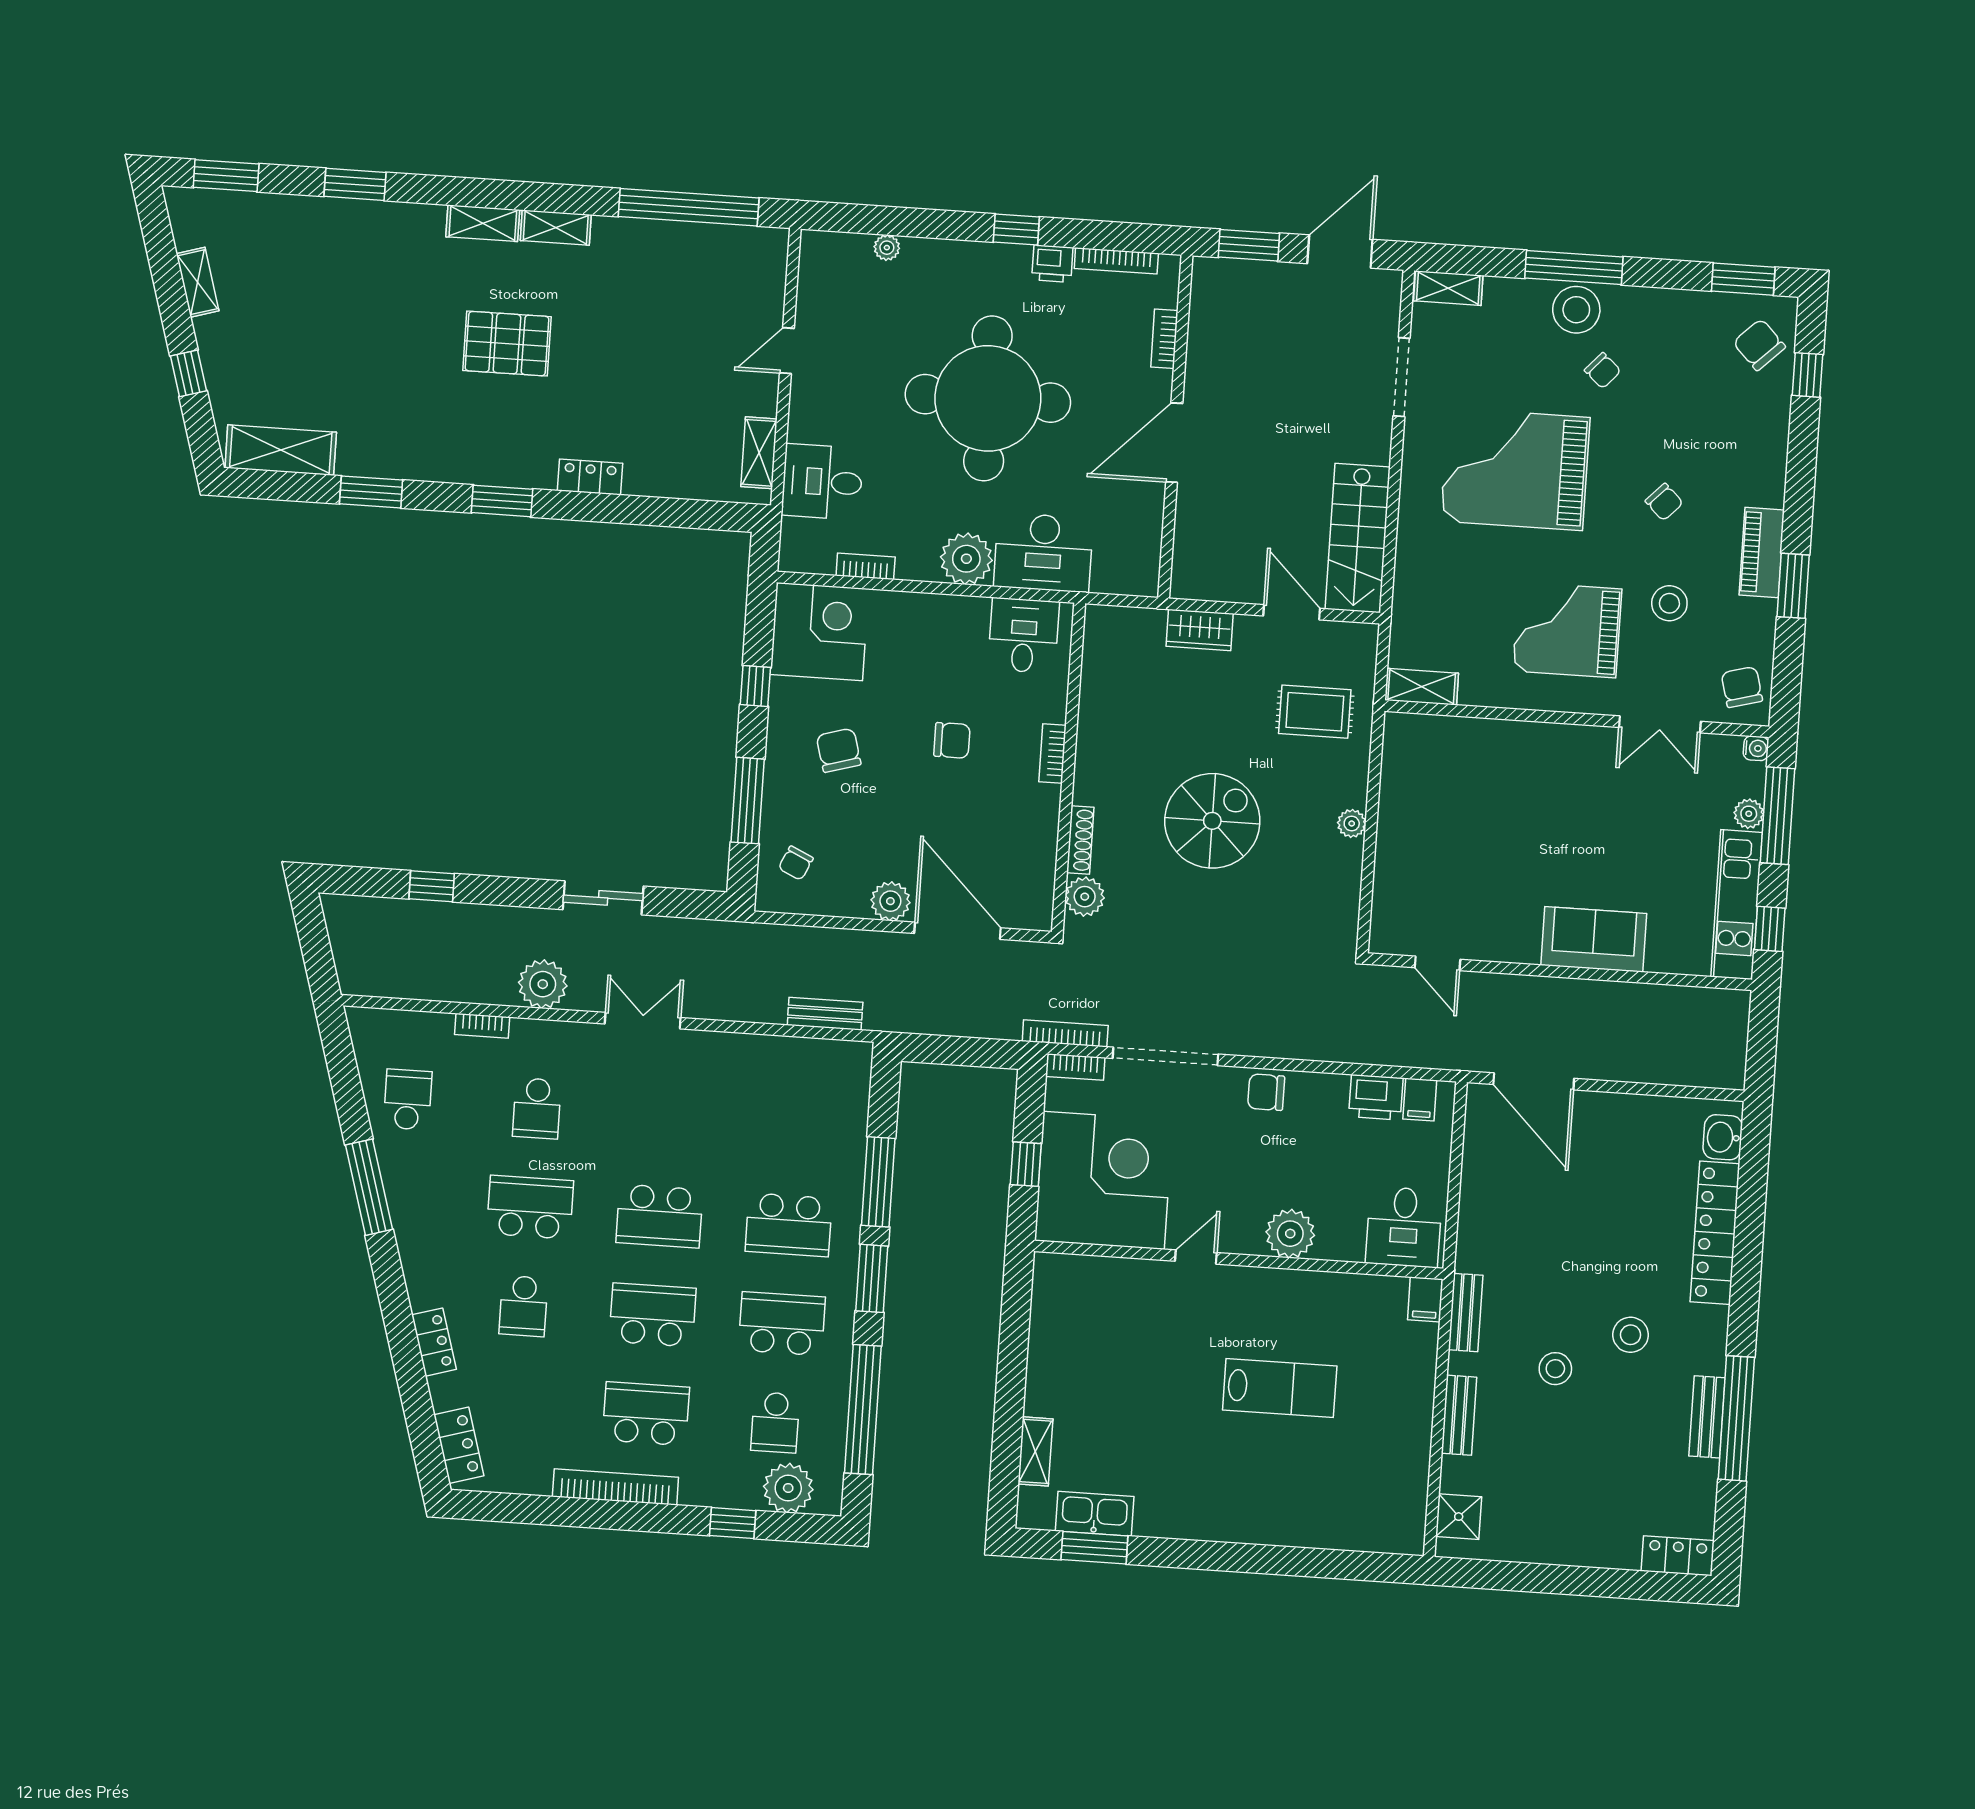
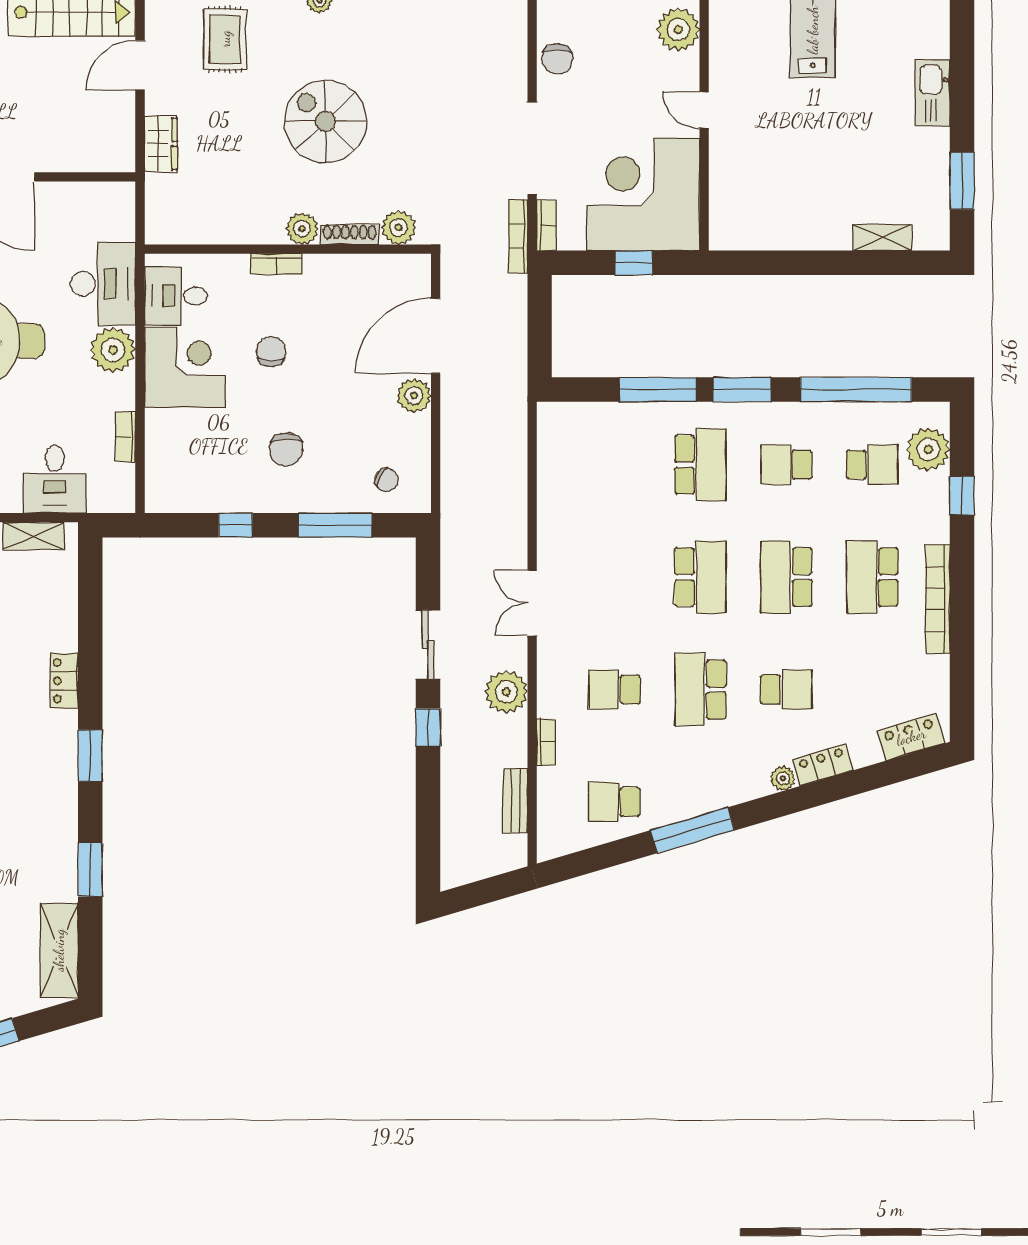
corner desk: (819, 632) -> (185, 368), moved, turned 90
chair: (839, 750) -> (286, 449), turned -74
plant: (1091, 786) -> (302, 229), added
window: (432, 886) -> (428, 728), moved
bench: (825, 1014) -> (515, 801), moved
school desk: (537, 1108) -> (614, 690), turned 180
plant: (422, 1295) -> (783, 778), added
school desk: (782, 1324) -> (786, 465), width x0.54
kitchen sink: (1095, 1514) -> (932, 93), moved

